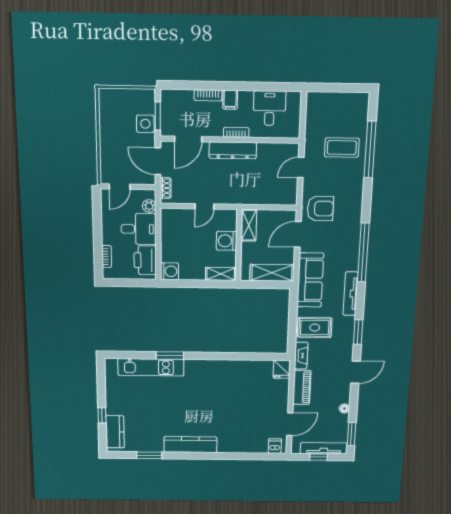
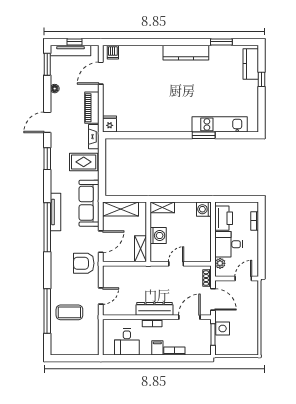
tv unit: (351, 294) -> (55, 212), moved

